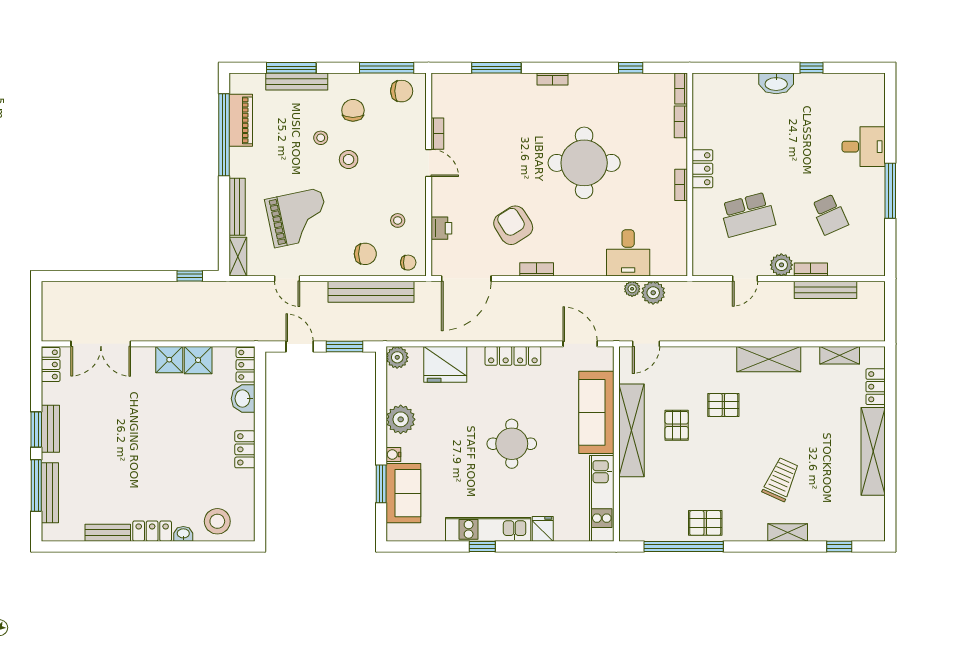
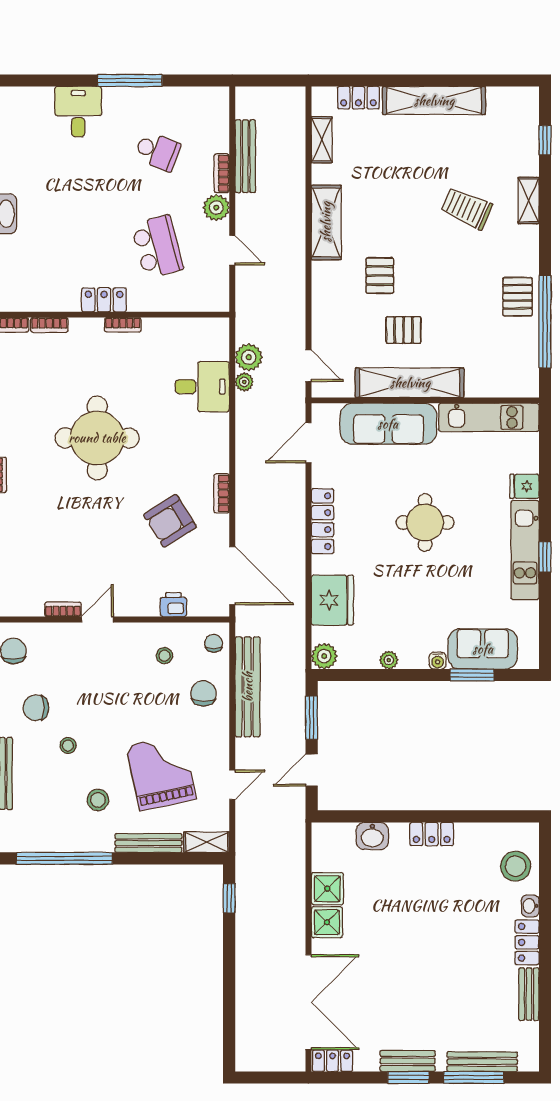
piano: (241, 120) -> (47, 839), removed
stool: (349, 160) -> (98, 800), moved
school desk: (830, 214) -> (157, 151), turned 45
double door: (101, 344) -> (308, 1002), width x1.36
locker: (246, 365) -> (333, 833), removed
plant: (401, 419) -> (389, 660), width x0.53, depth x0.53

